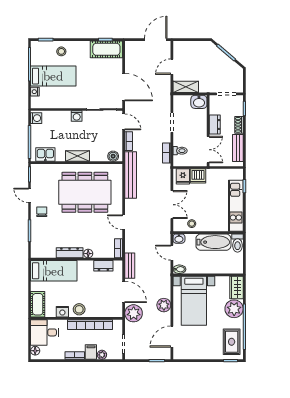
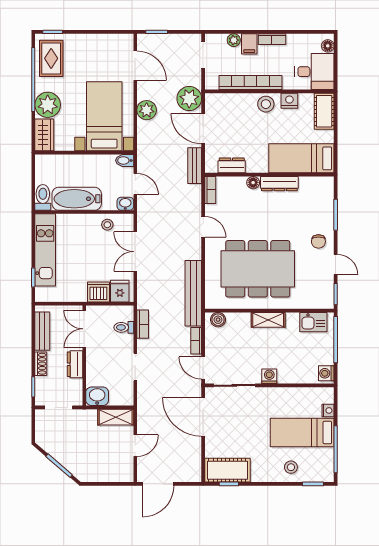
door: (172, 337) -> (135, 66), hinge flipped

